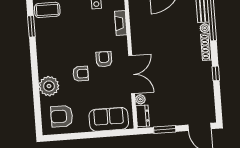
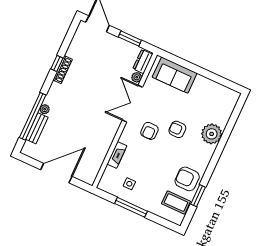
shoe rack: (206, 47) -> (63, 70), moved
armchair: (62, 116) -> (187, 179), moved, turned 180

